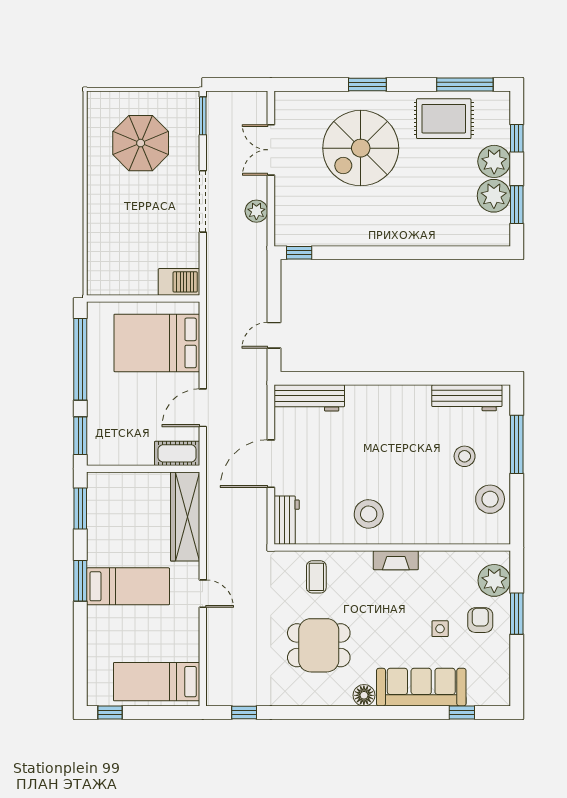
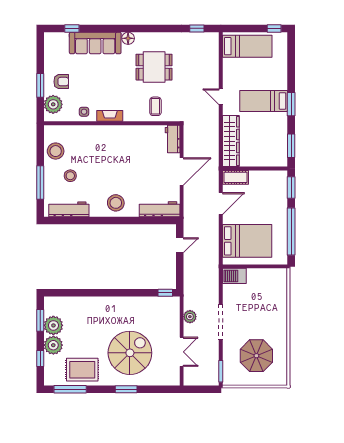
stool: (369, 514) -> (116, 203), moved
armchair: (480, 620) -> (61, 82), turned -90
side table: (440, 629) -> (84, 112), moved

